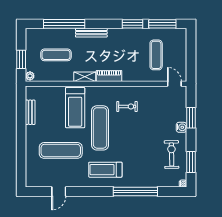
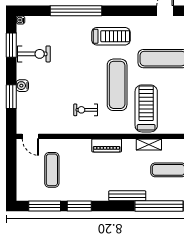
shelving: (85, 77) -> (149, 144), moved
exercise bike: (172, 154) -> (34, 54), turned -89

